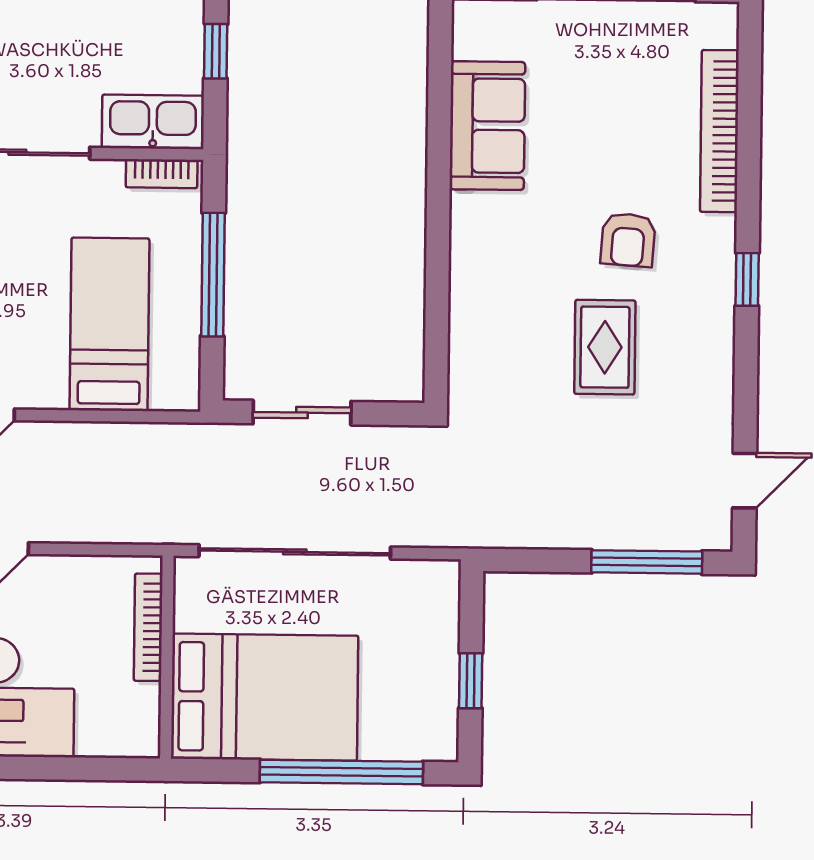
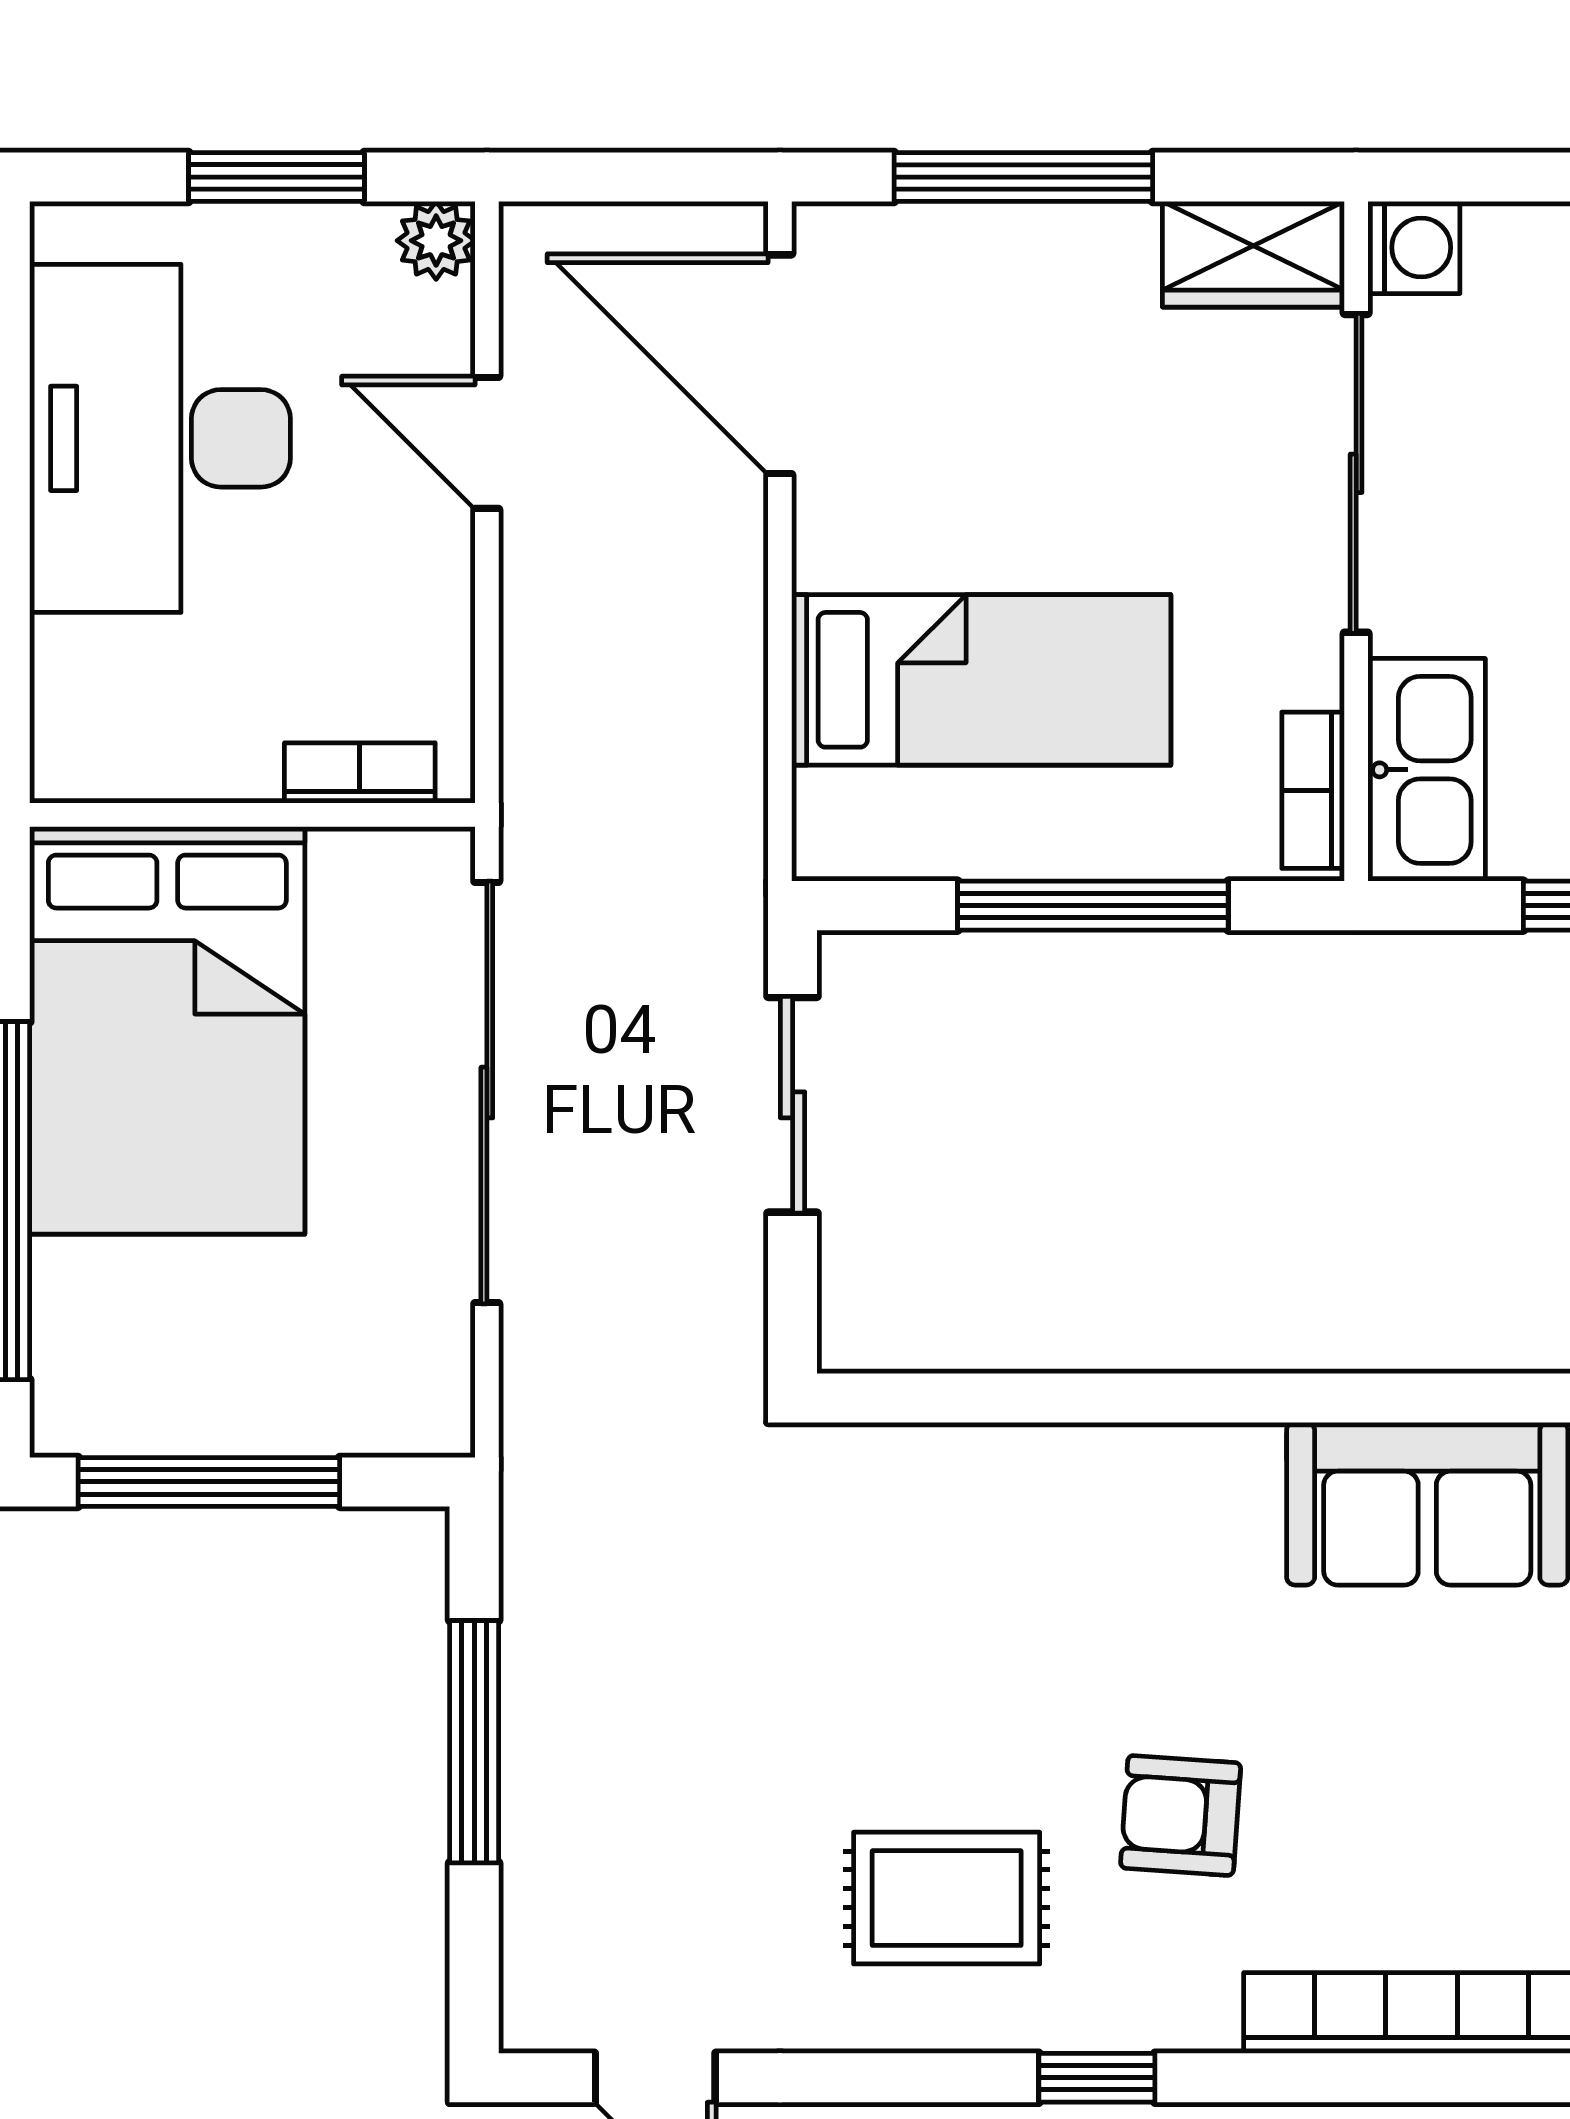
rug: (605, 347) -> (947, 1898), moved
window: (647, 562) -> (474, 1742), moved
bookcase: (148, 627) -> (360, 773), width x0.64
window: (471, 681) -> (209, 1482), width x2.17

